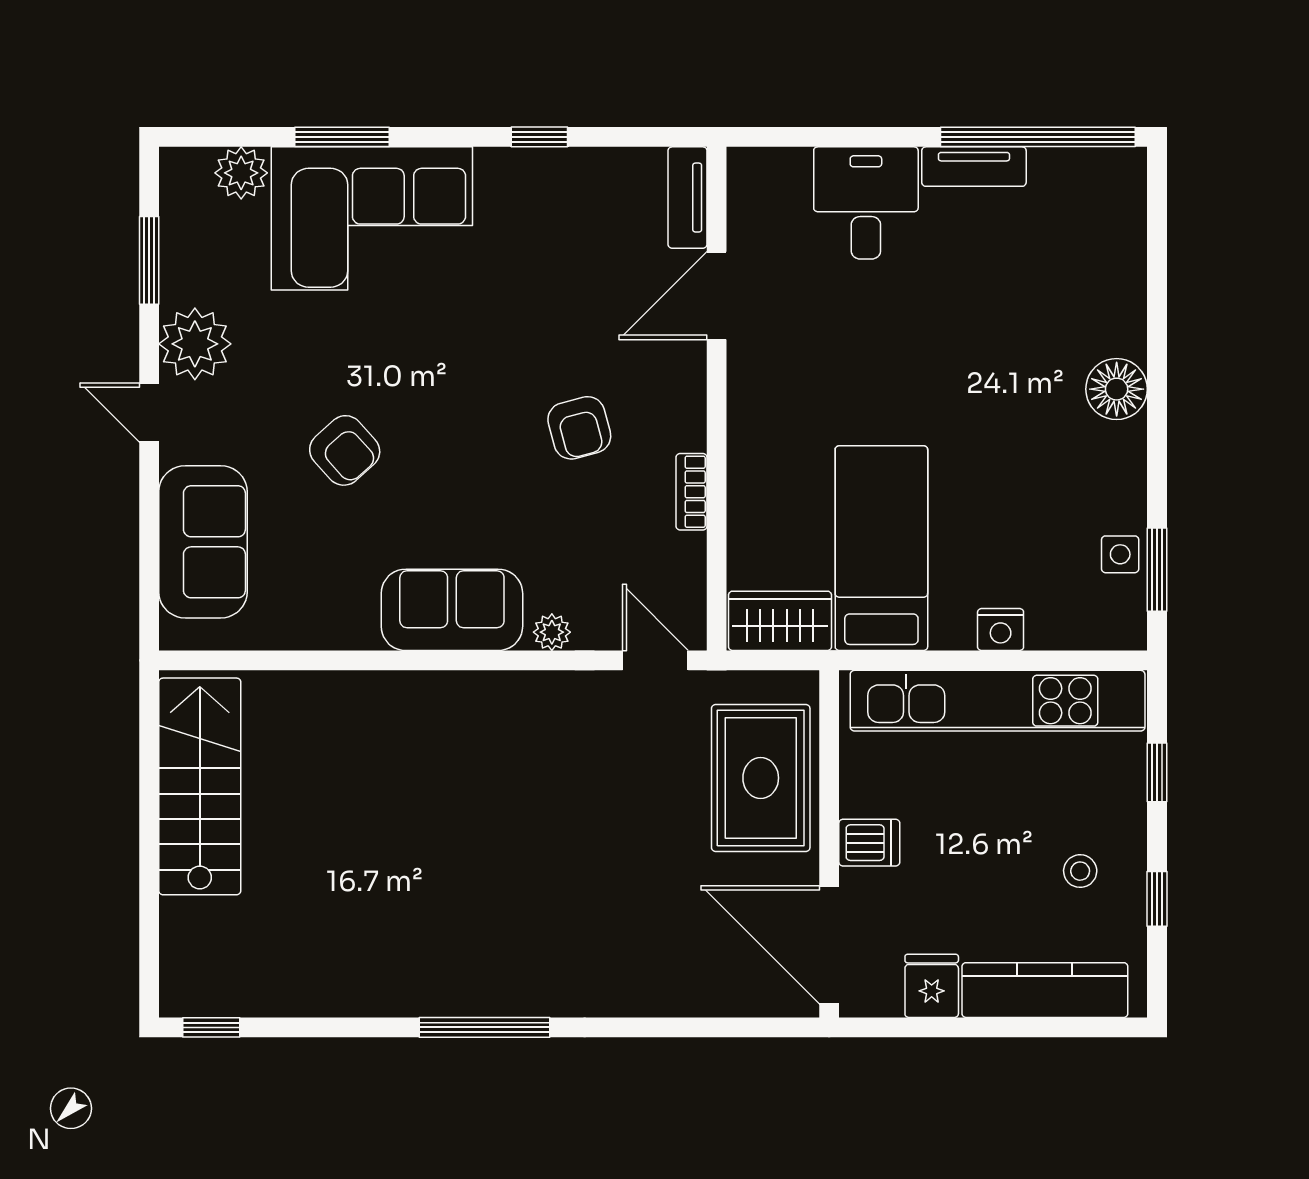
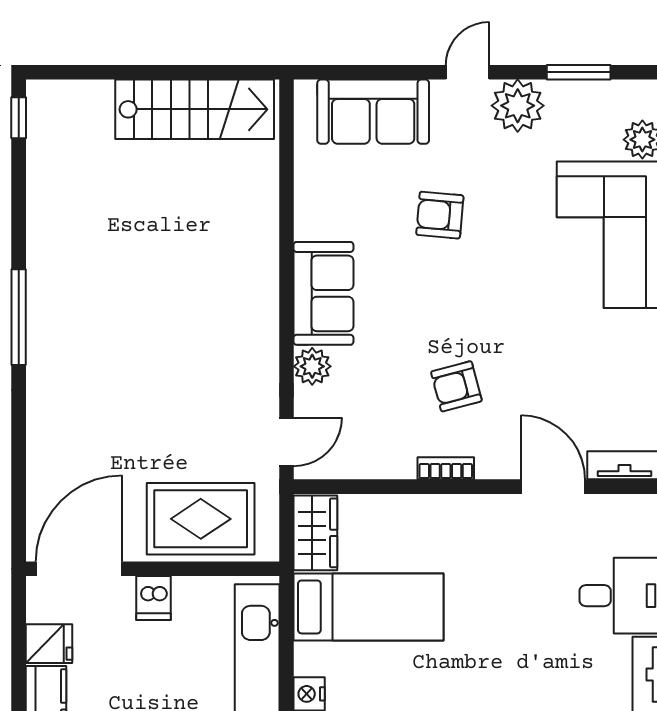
armchair: (345, 450) -> (440, 215), turned 47
bookcase: (691, 492) -> (446, 468), moved
plant: (552, 632) -> (312, 366), width x1.38, depth x1.38

